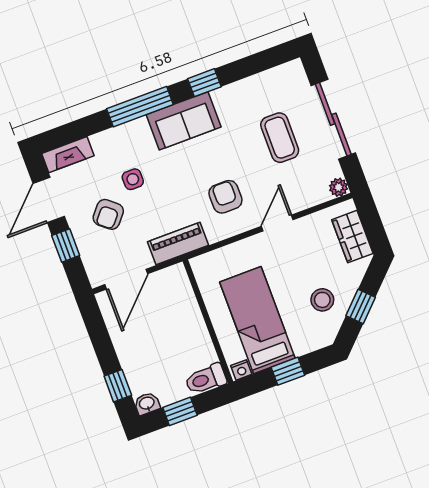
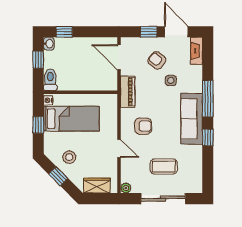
sofa: (184, 121) -> (192, 119), width x1.36

